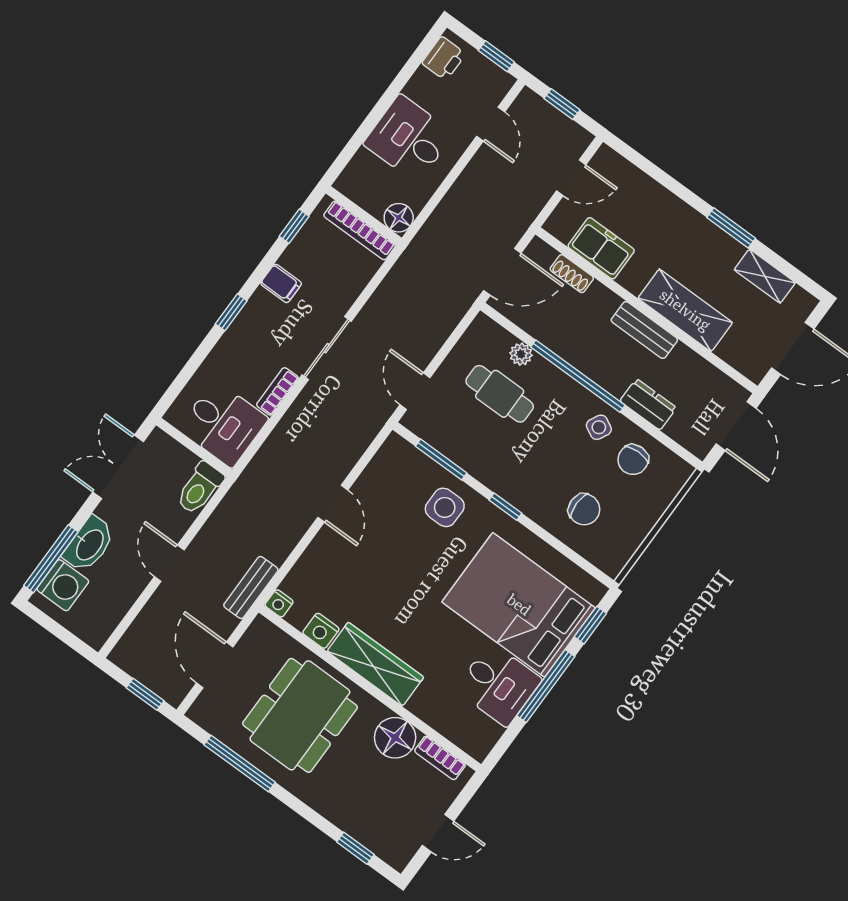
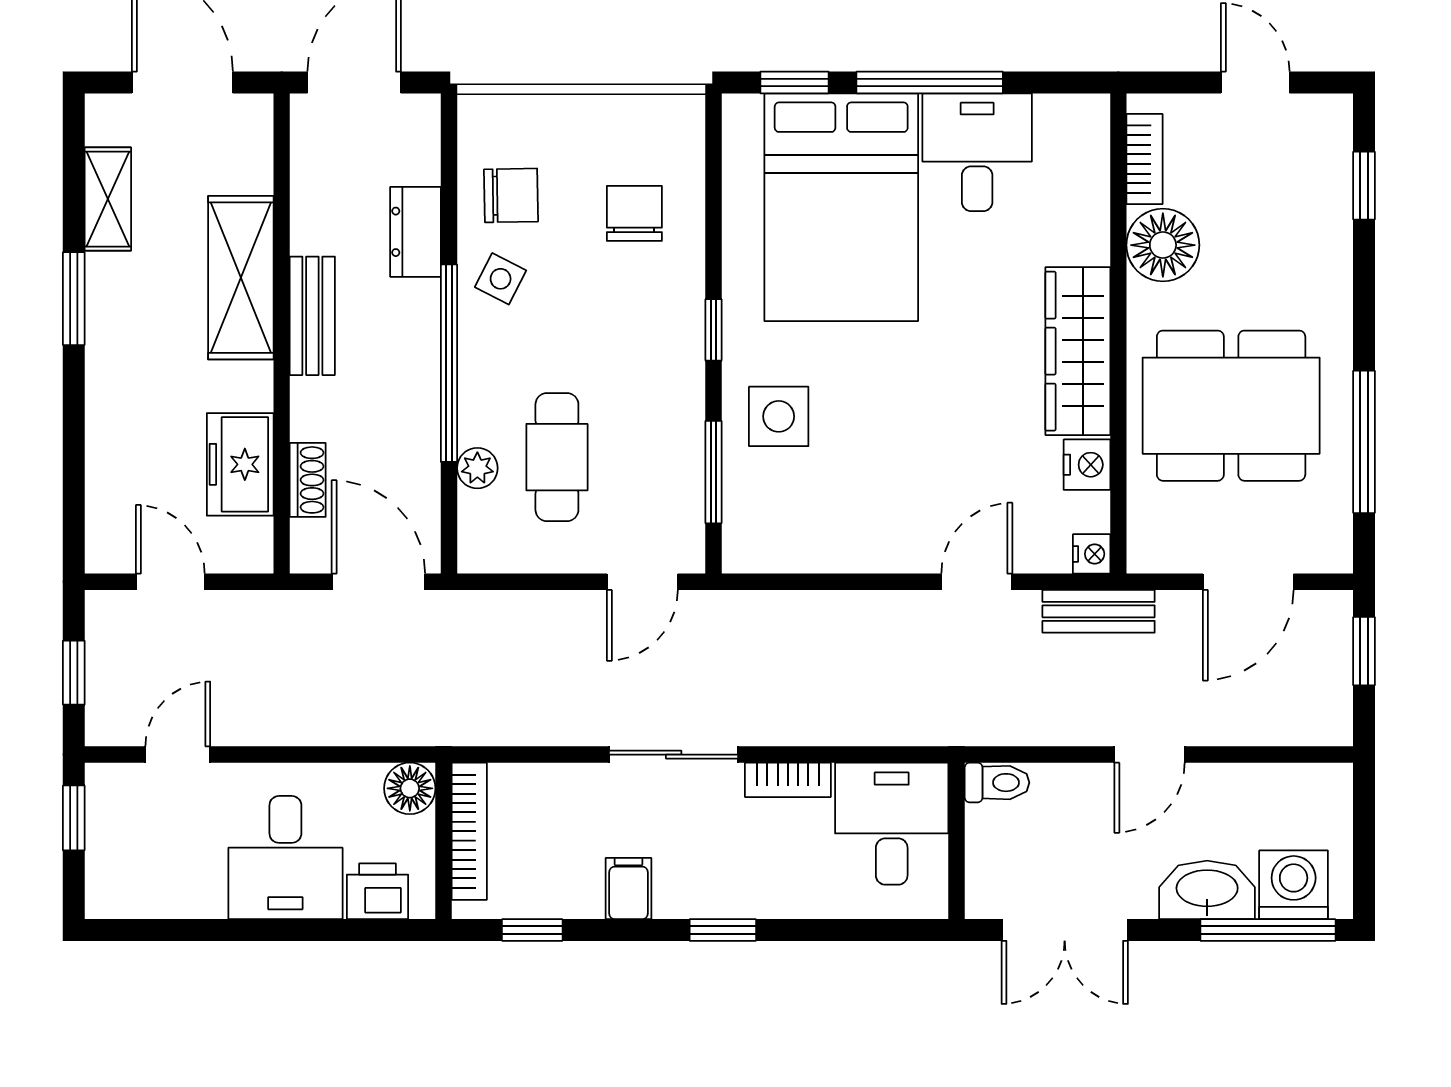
printer: (444, 58) -> (377, 891), moved
toilet: (200, 488) -> (997, 783), width x0.73, depth x0.72
door: (333, 504) -> (977, 582), moved

